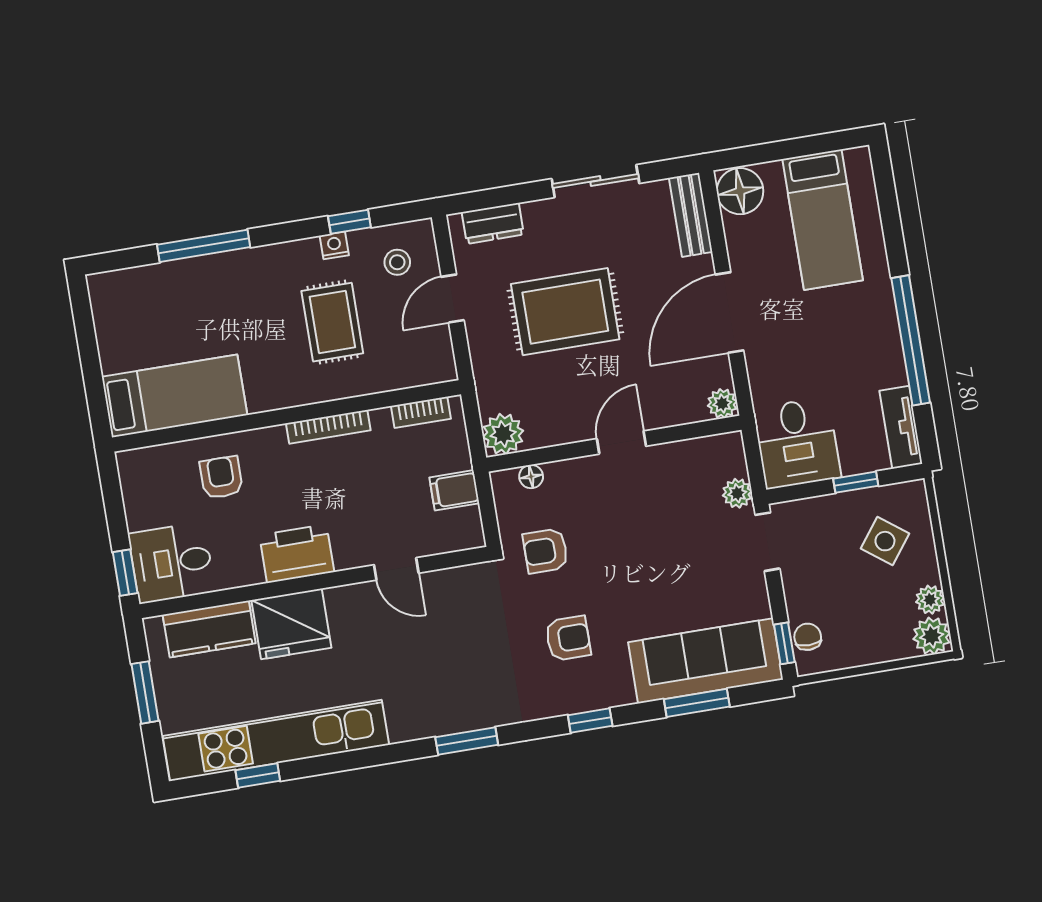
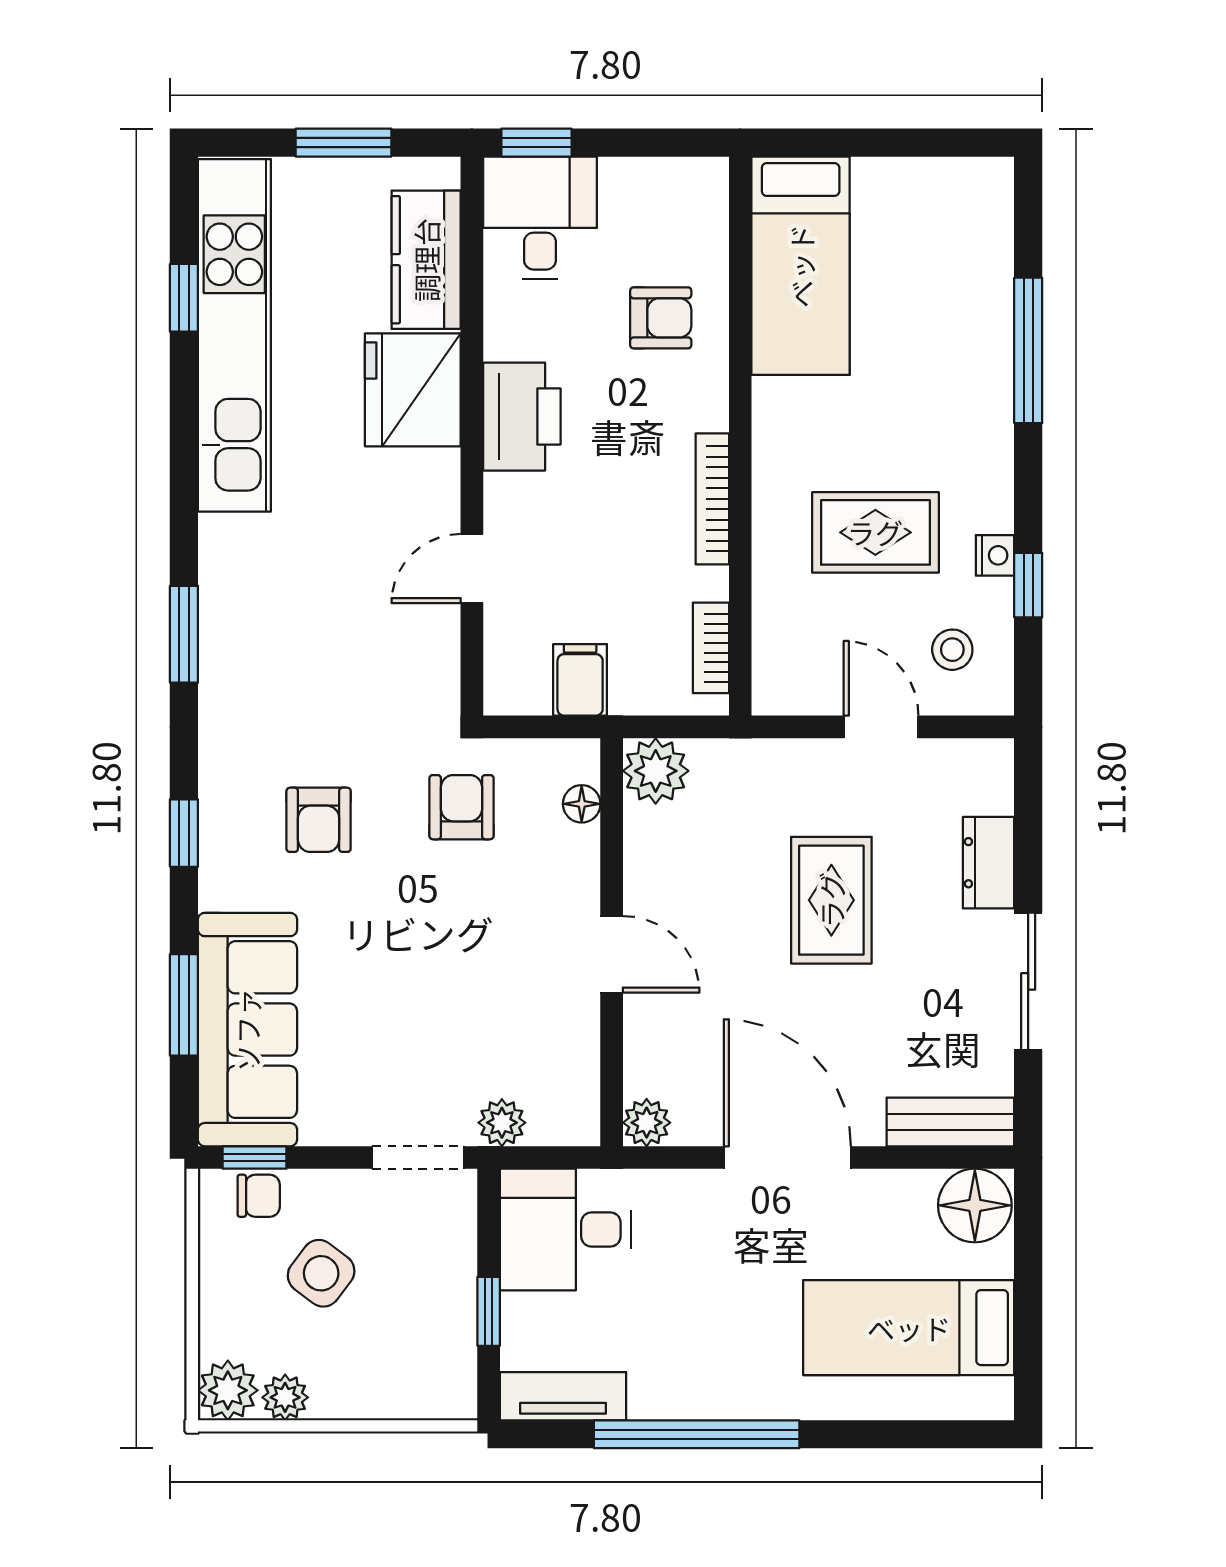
dresser: (493, 223) -> (989, 863), moved
rug: (565, 312) -> (831, 900), width x0.73, depth x0.70
side table: (885, 541) -> (321, 1273), moved

